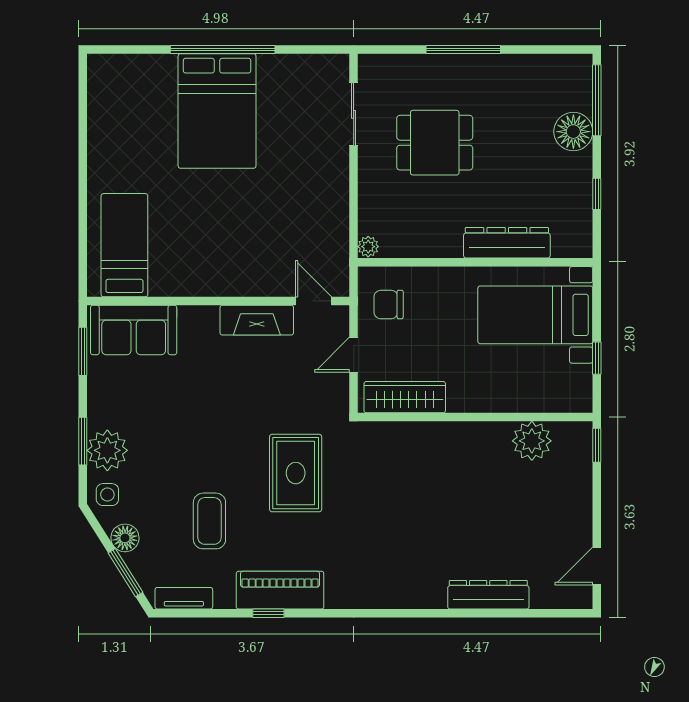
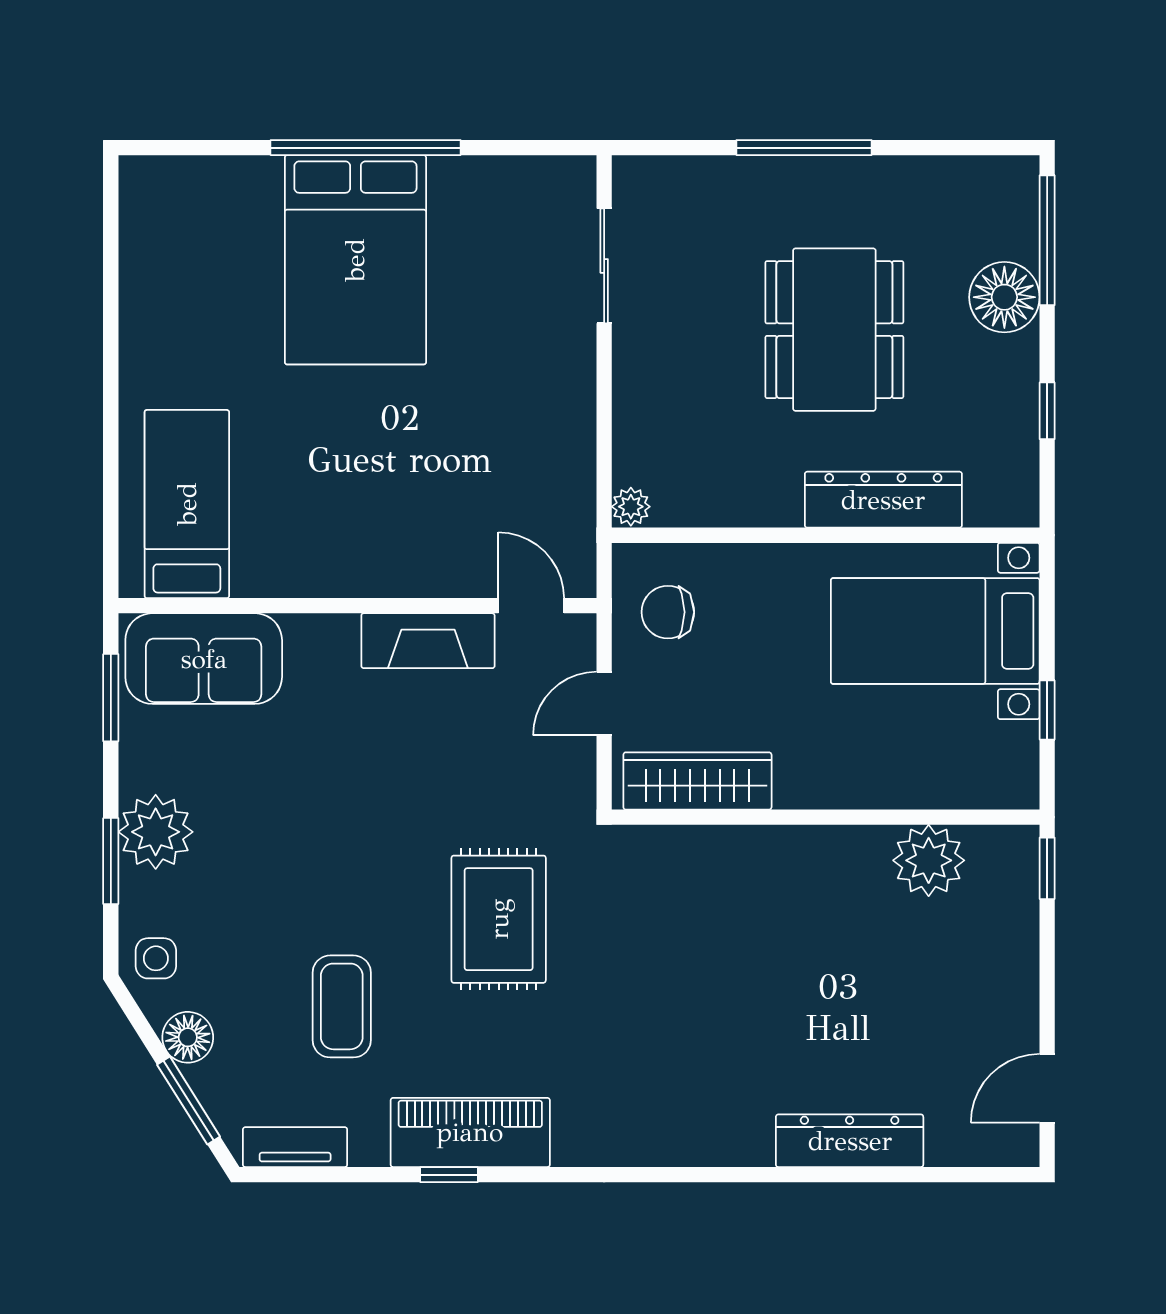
dining table: (435, 143) -> (834, 330), moved, width x1.37
plant: (107, 450) -> (156, 832), moved

